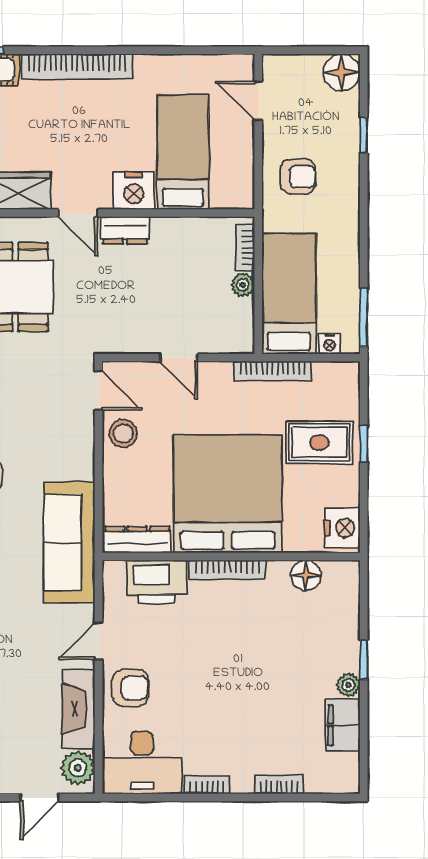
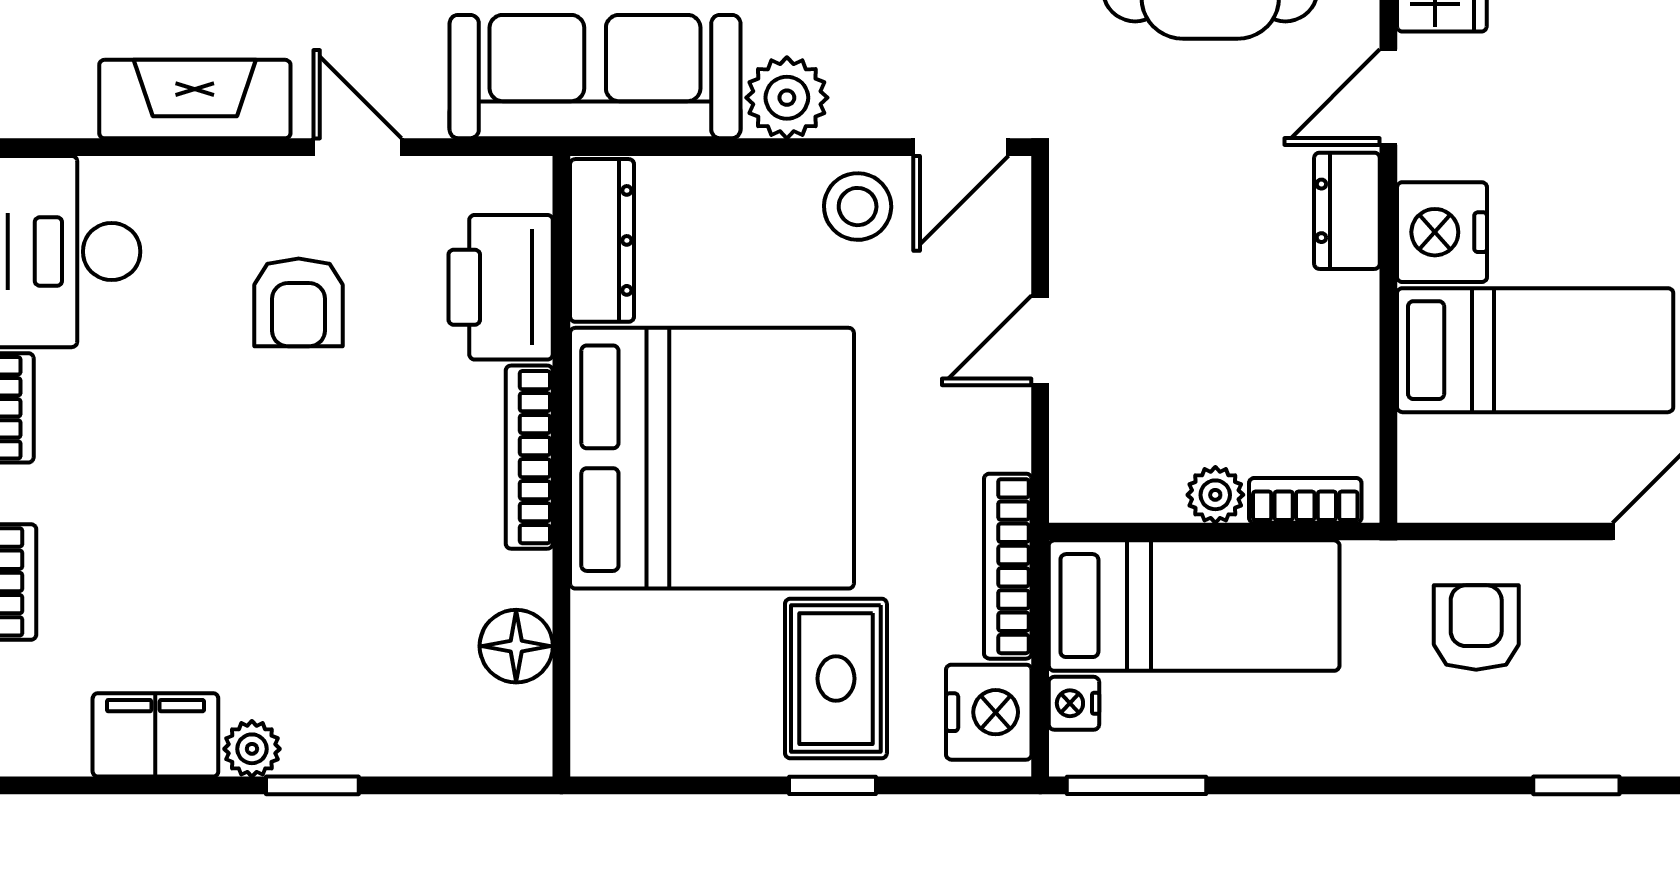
armchair: (298, 177) -> (1476, 628), turned 180
nightstand: (342, 528) -> (989, 712), moved, turned -90
armchair: (130, 688) -> (299, 302), moved
plant: (78, 768) -> (787, 98), moved

